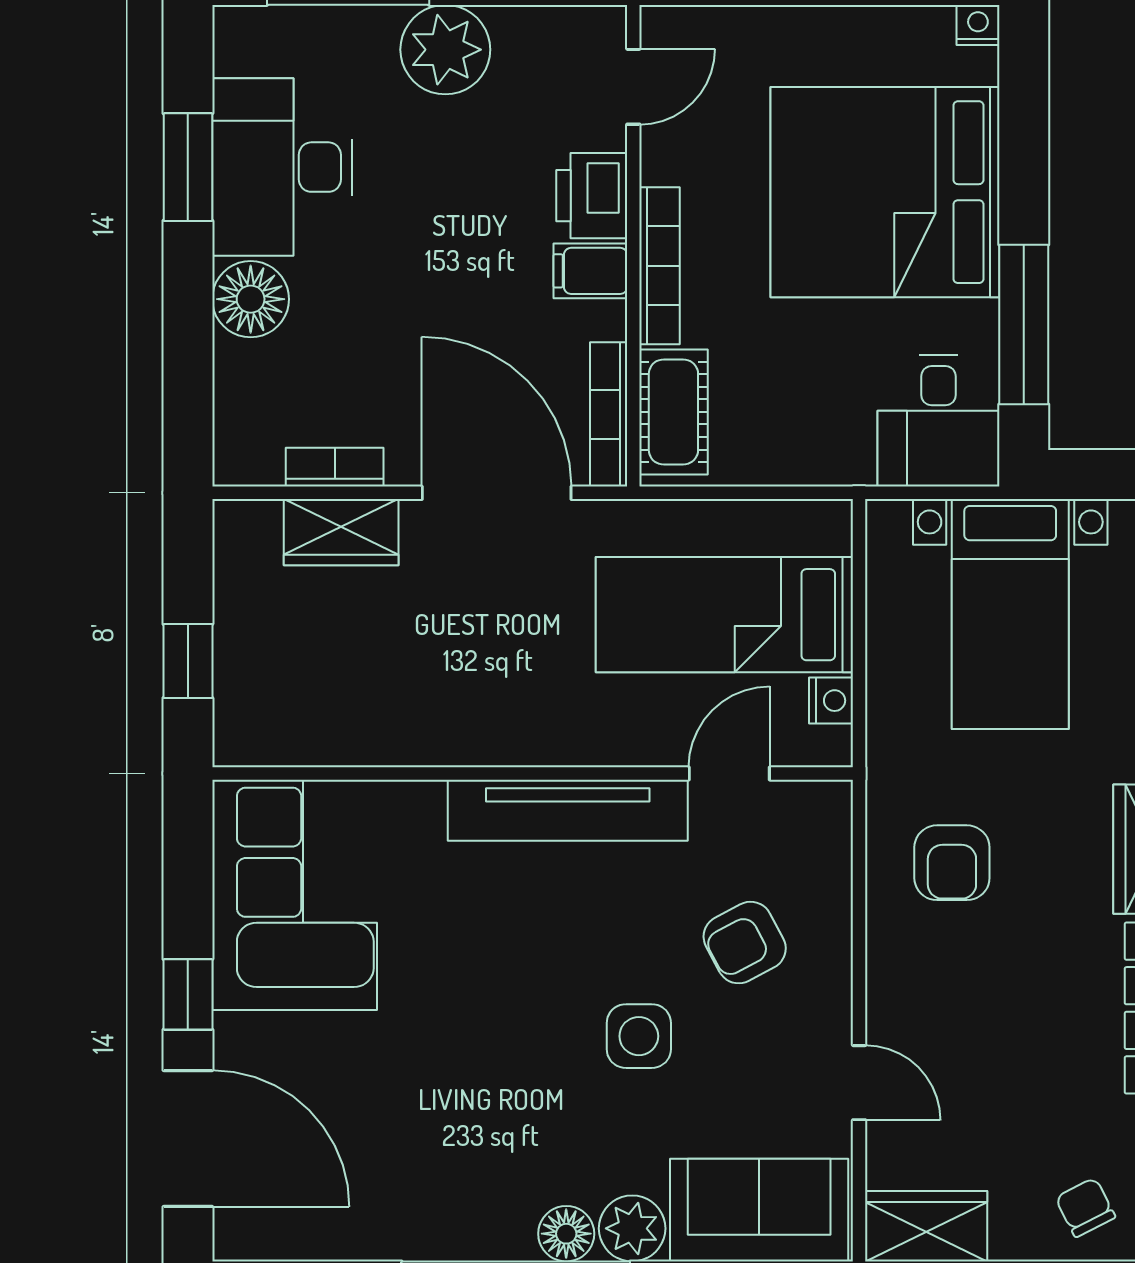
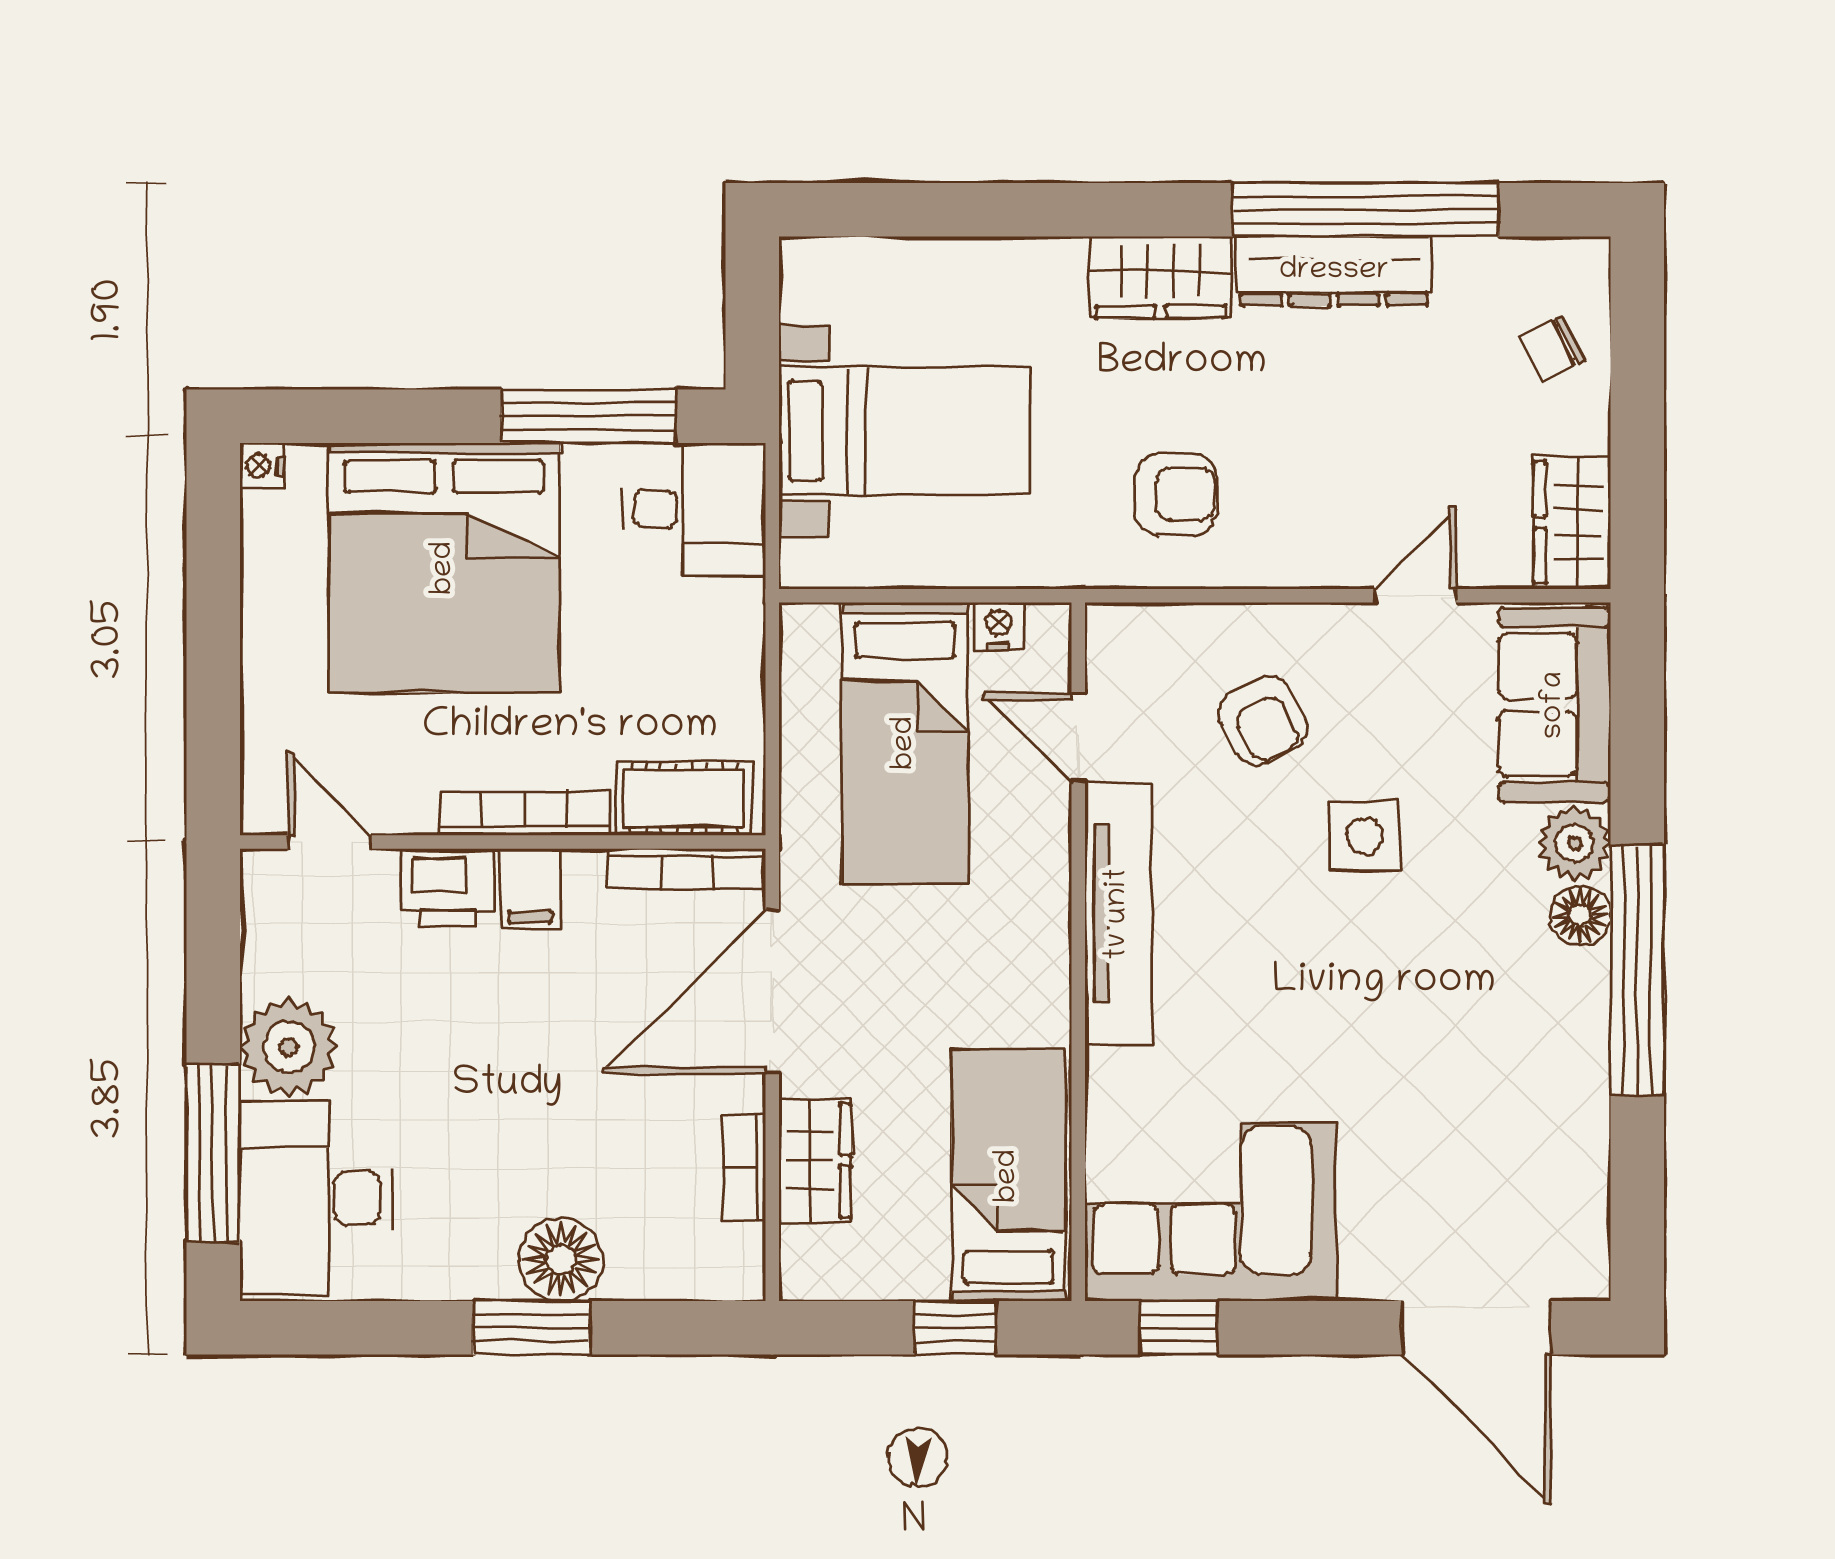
window: (188, 167) -> (532, 1328), moved
desk: (282, 167) -> (316, 1198), moved, turned 90
bed: (327, 709) -> (1008, 1176), added
window: (188, 994) -> (1179, 1328), moved
door: (188, 1139) -> (1476, 1328), swing flipped

